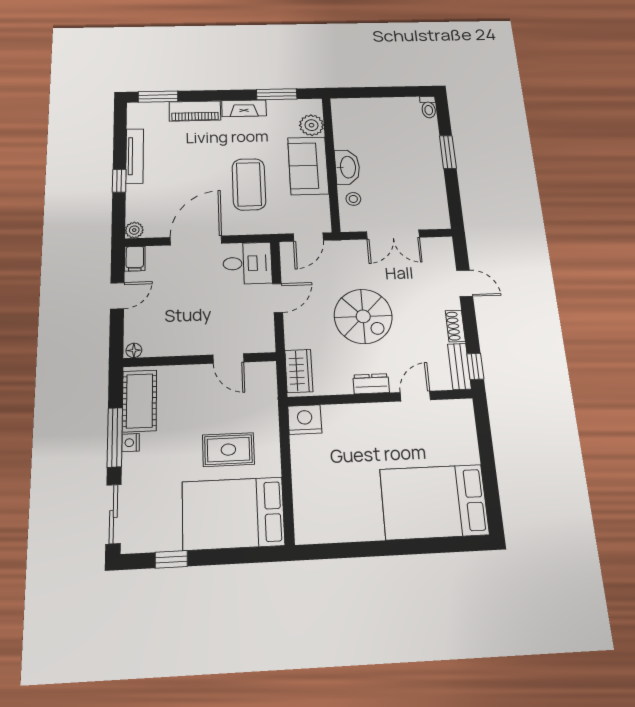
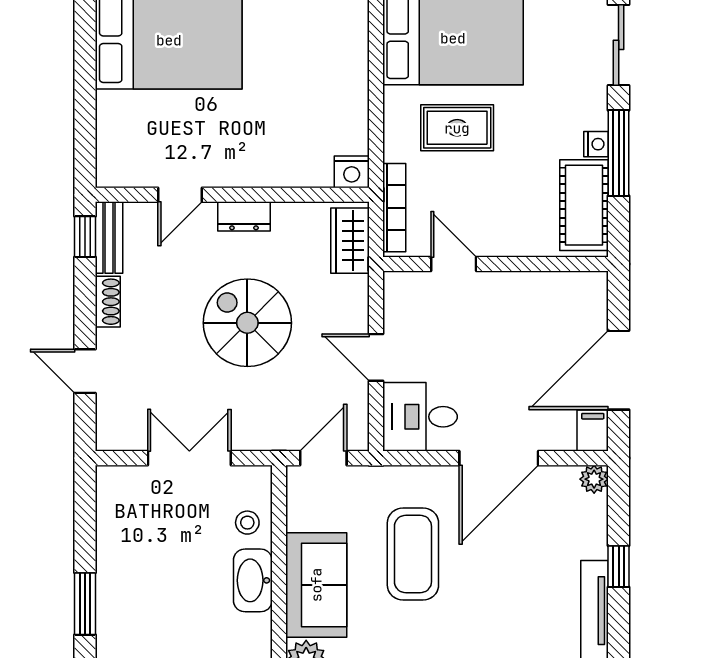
door: (117, 296) -> (619, 370), width x1.88
door: (278, 298) -> (376, 357), hinge flipped
floor lamp: (134, 350) -> (593, 282), removed
bookcase: (270, 394) -> (394, 208), added
nightstand: (305, 420) -> (352, 172), width x0.74, depth x0.75

